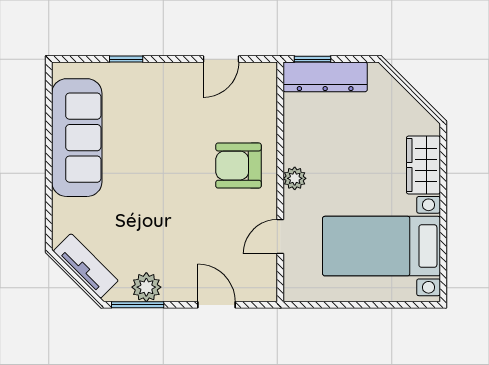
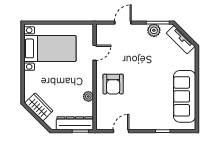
wardrobe: (423, 165) -> (39, 107), moved, turned -45
armchair: (239, 166) -> (113, 84), turned 90
plant: (295, 178) -> (88, 96), moved
door: (216, 305) -> (123, 23), swing flipped

